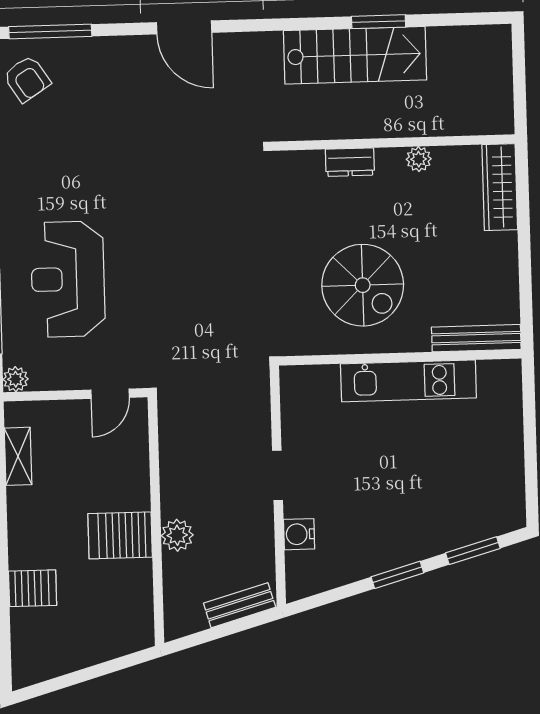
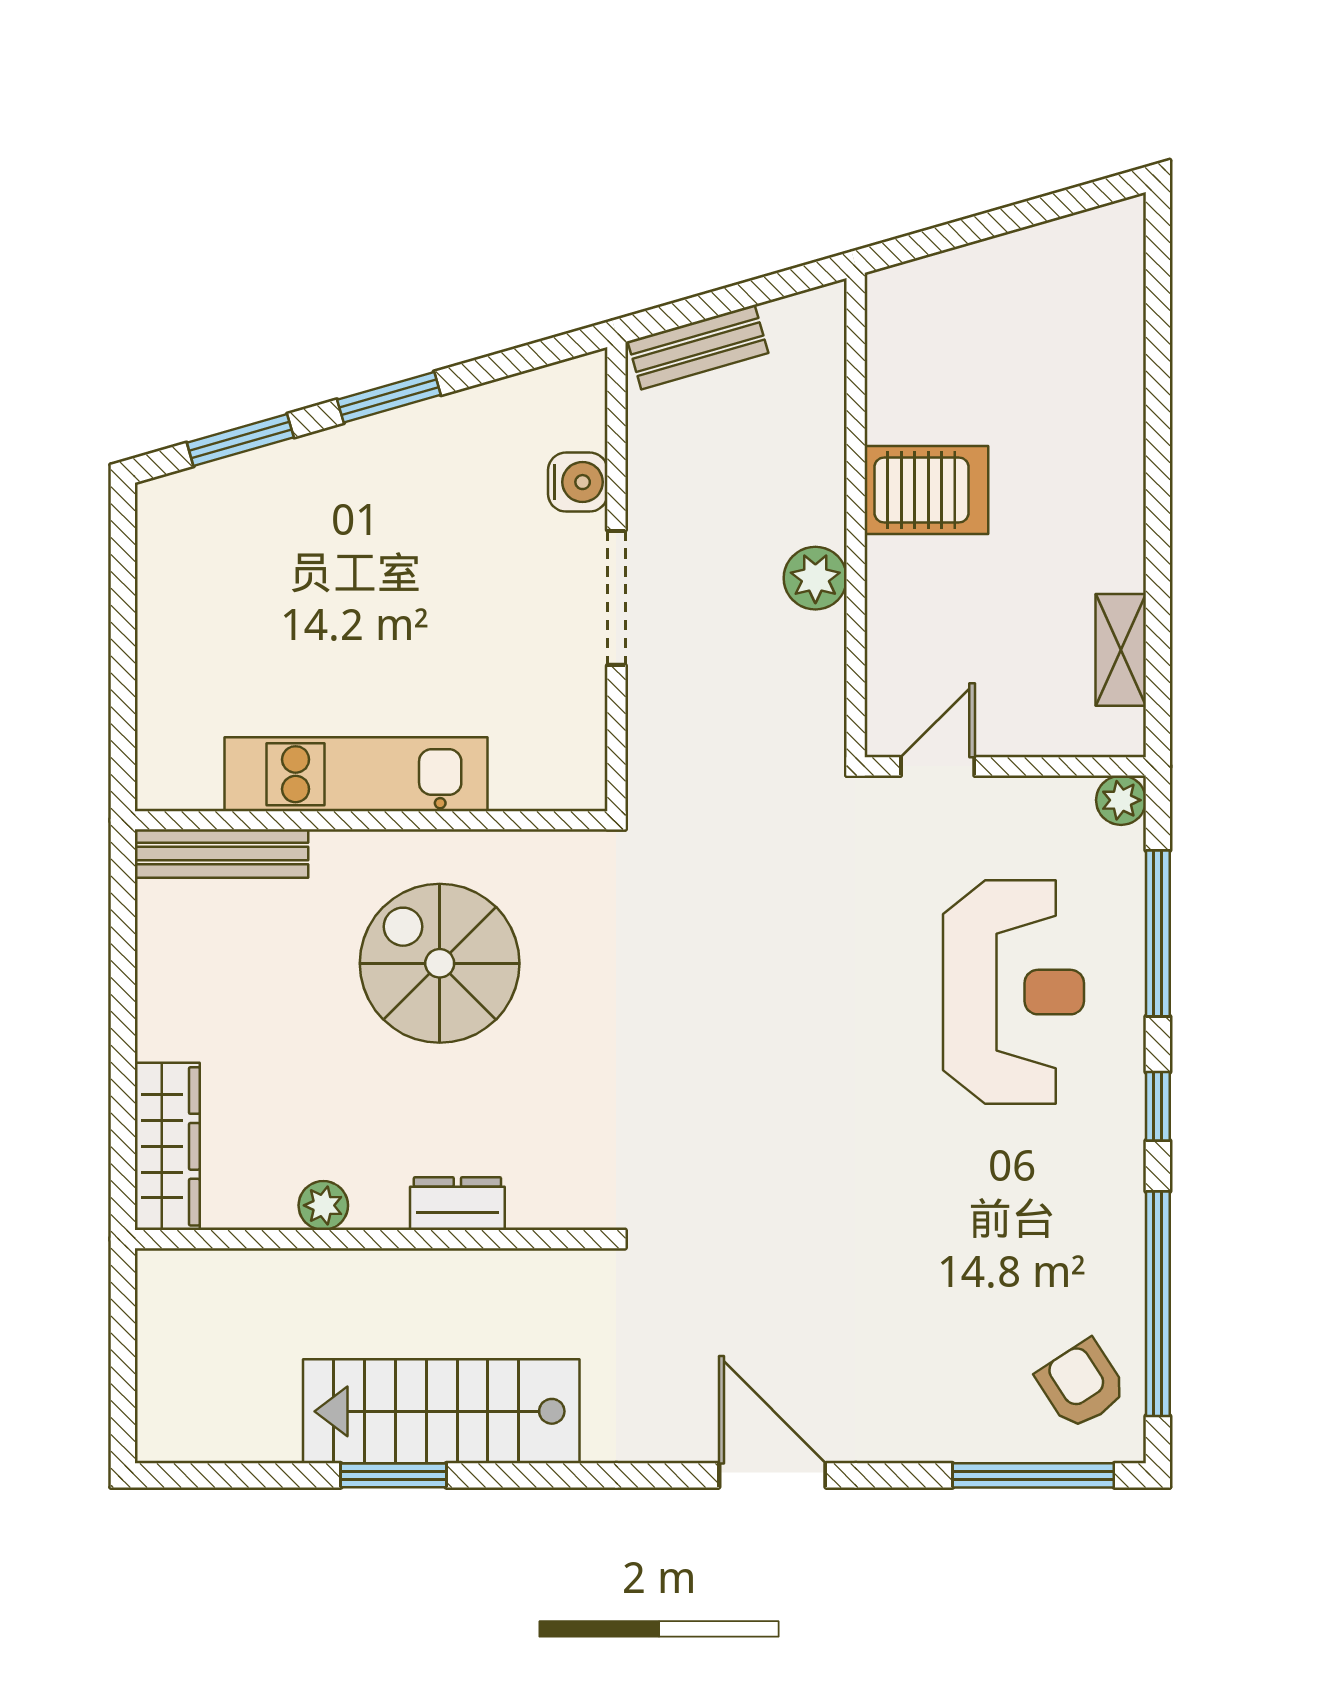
doorway: (278, 475) -> (616, 598), width x1.38
plant: (177, 535) -> (815, 578), moved
server rack: (33, 588) -> (1100, 392), removed

